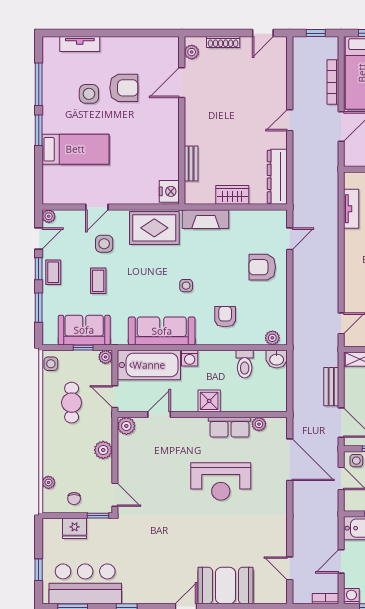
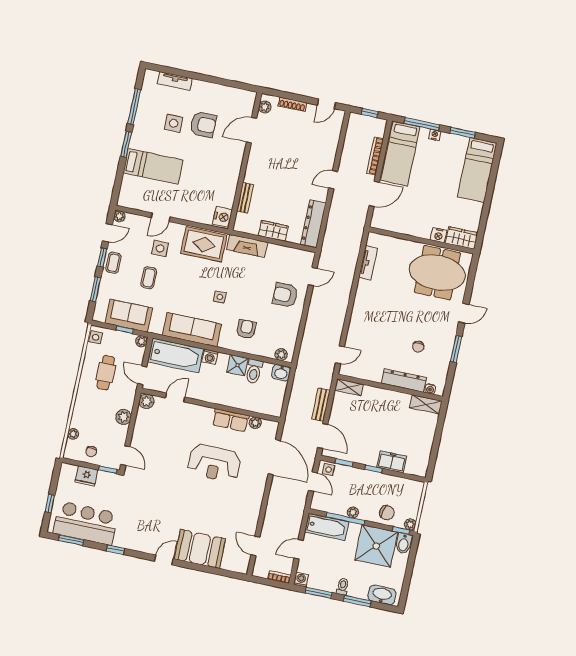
shower: (209, 401) -> (237, 365), moved

